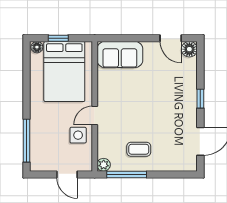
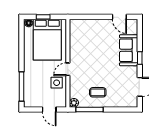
floor lamp: (189, 49) -> (132, 24), removed
sofa: (120, 55) -> (129, 50), moved, turned 90

